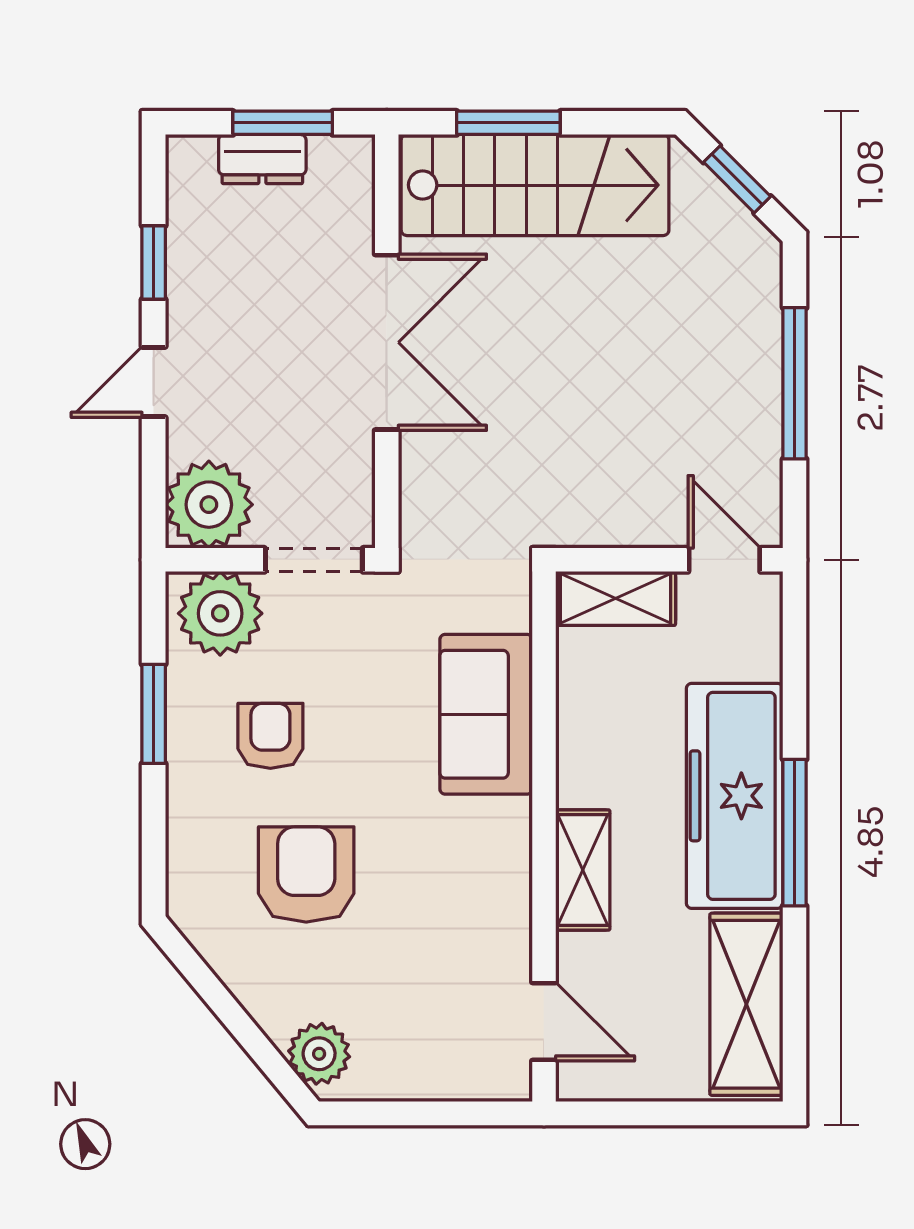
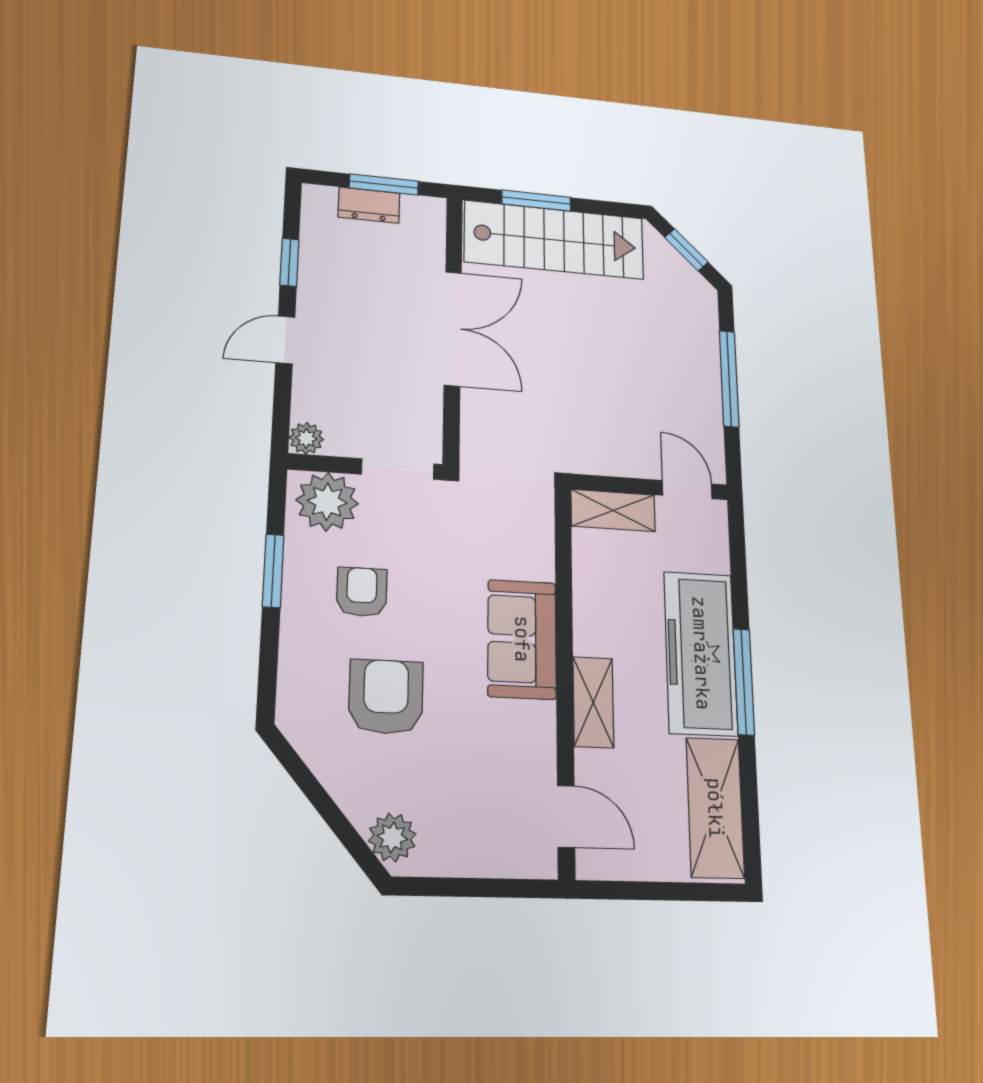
plant: (209, 505) -> (306, 438), width x0.53, depth x0.53
sofa: (486, 714) -> (522, 639), moved

